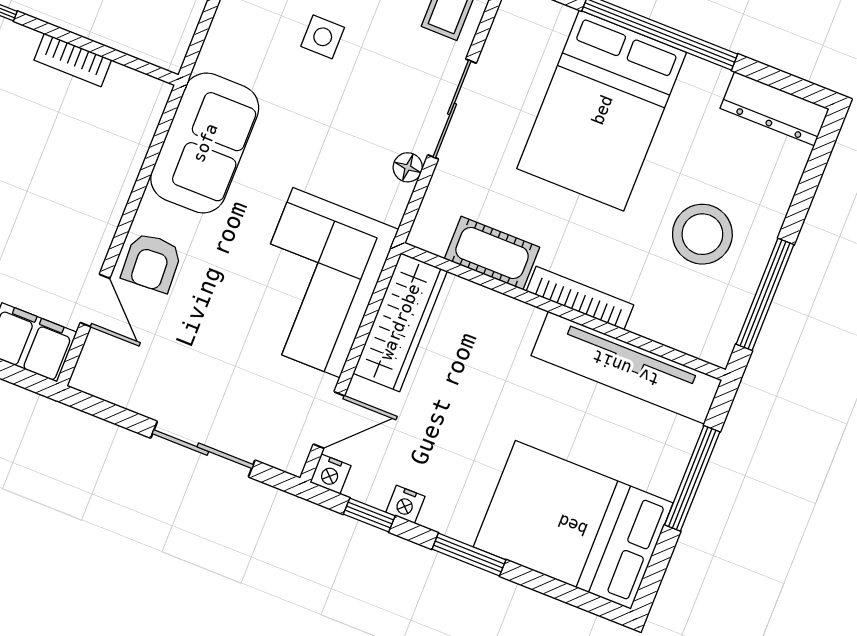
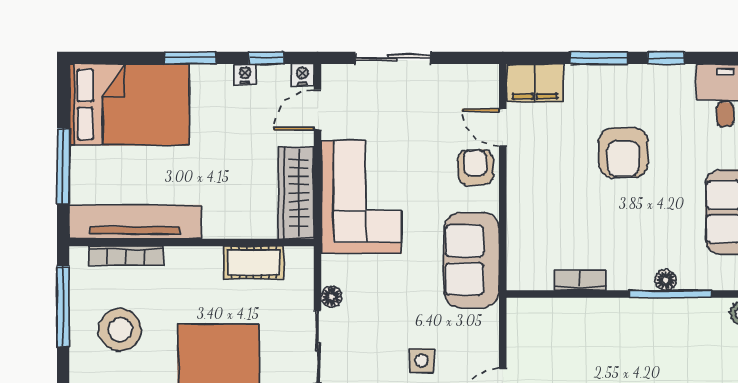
bookcase: (580, 298) -> (126, 256), moved

